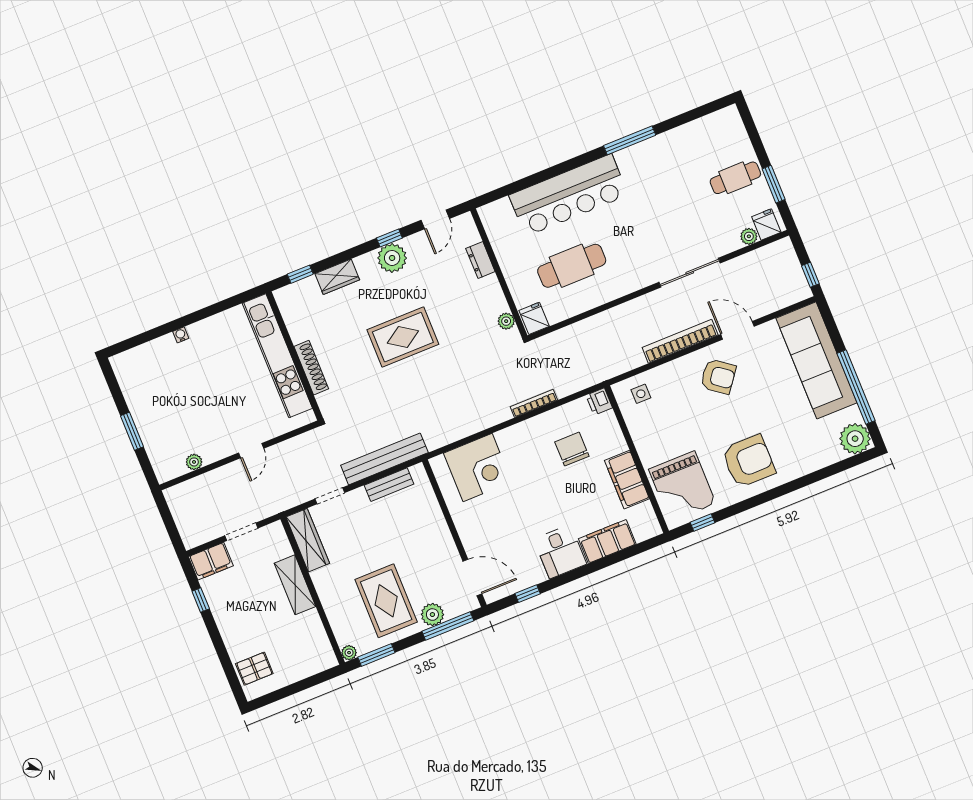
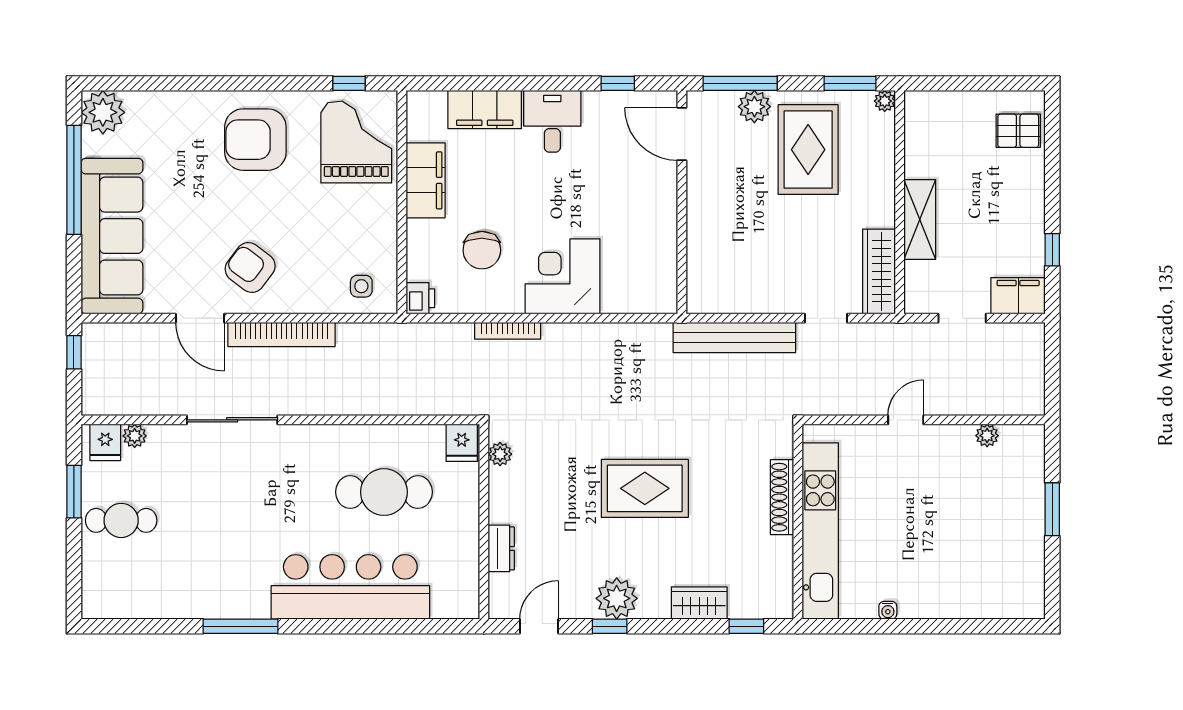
water cooler: (181, 335) -> (888, 610), moved
corner desk: (478, 468) -> (563, 276), moved
bench: (389, 485) -> (742, 301), removed

